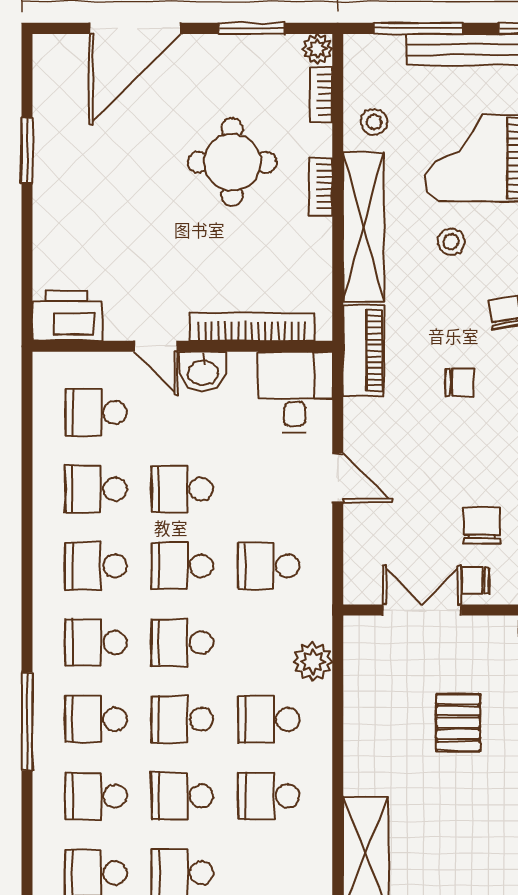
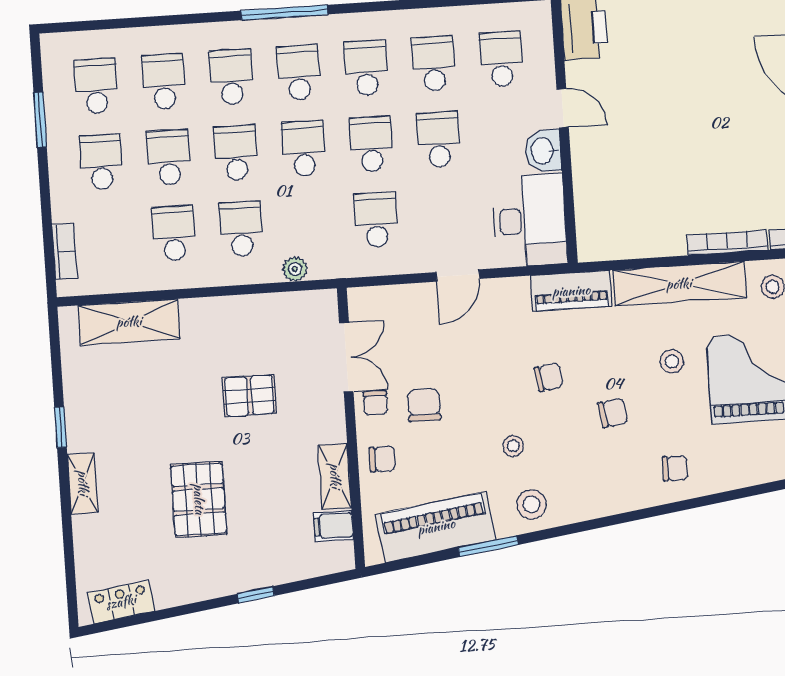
round table: (232, 162) -> (729, 164), removed
bookcase: (321, 187) -> (727, 243), width x1.56
bookcase: (252, 327) -> (585, 191), removed
door: (156, 346) -> (563, 108), swing flipped
chair: (459, 382) -> (549, 377), turned -99
desk: (295, 392) -> (530, 220), width x1.37
chair: (482, 526) -> (424, 405), turned -90
chair: (476, 581) -> (375, 403), turned 180
plant: (313, 661) -> (295, 269), width x0.73, depth x0.73
window: (27, 721) -> (284, 13), moved

